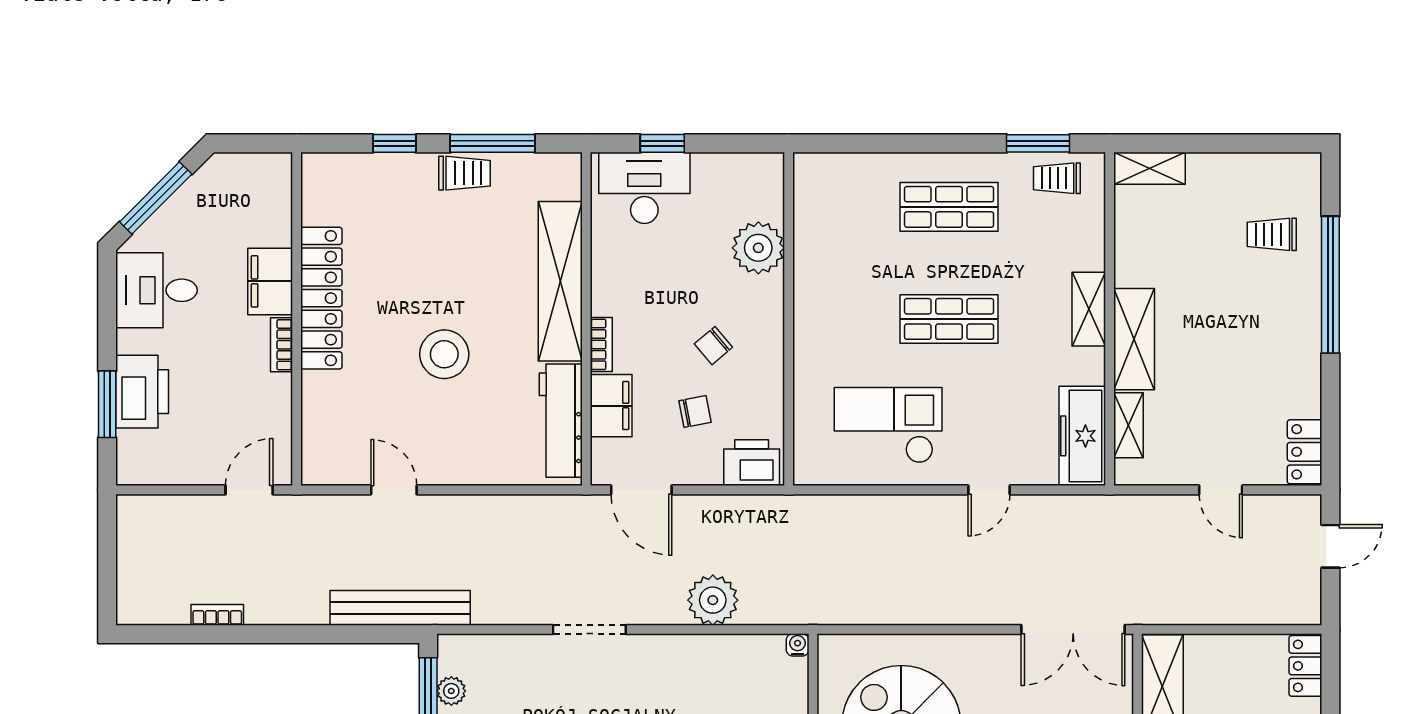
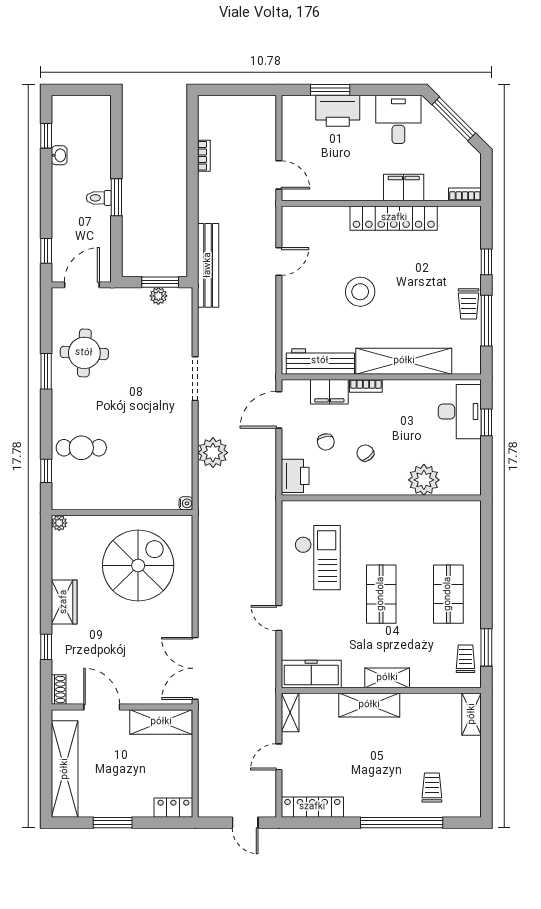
bookcase: (282, 345) -> (465, 194), moved
shelving: (1128, 425) -> (290, 712), moved, turned 90
locker: (1305, 452) -> (312, 807), width x1.53

